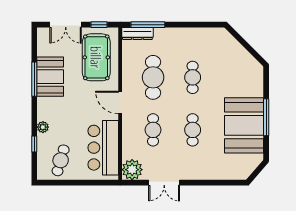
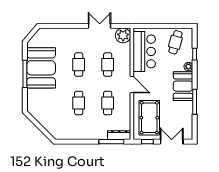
booth: (50, 77) -> (183, 86), moved
cafe table: (153, 77) -> (108, 103), width x0.73, depth x0.74

